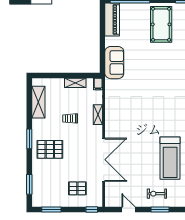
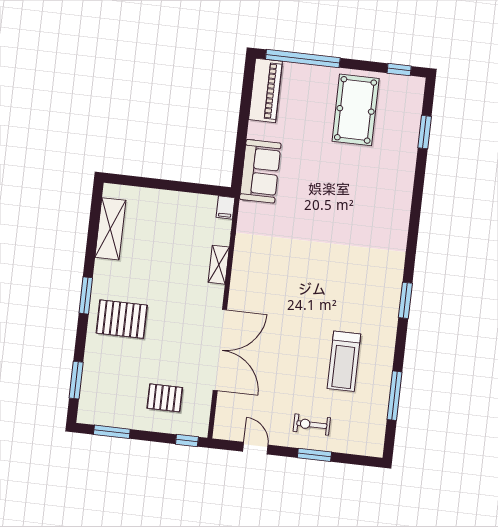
shelving: (75, 83) -> (183, 201), removed
trolley: (70, 118) -> (166, 266), removed
treadmill: (170, 158) -> (344, 361), width x0.73, depth x0.73

